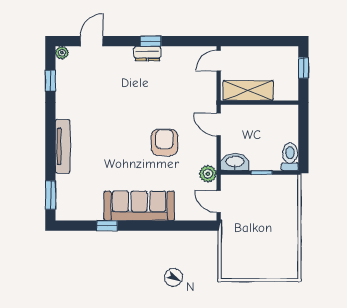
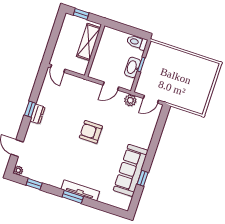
shelving: (248, 91) -> (89, 42), moved
door: (219, 124) -> (111, 86), moved
armchair: (164, 142) -> (91, 132), moved
washbasin: (235, 162) -> (133, 67), moved
window: (50, 195) -> (73, 197), moved
sofa: (139, 206) -> (131, 170), moved

